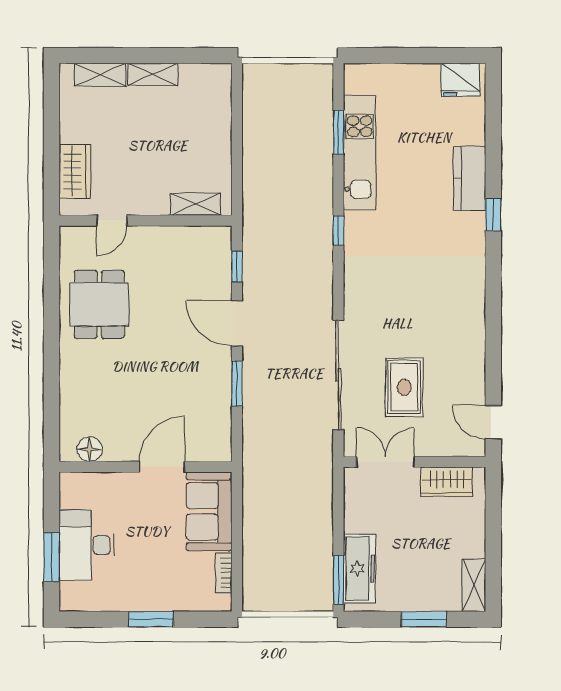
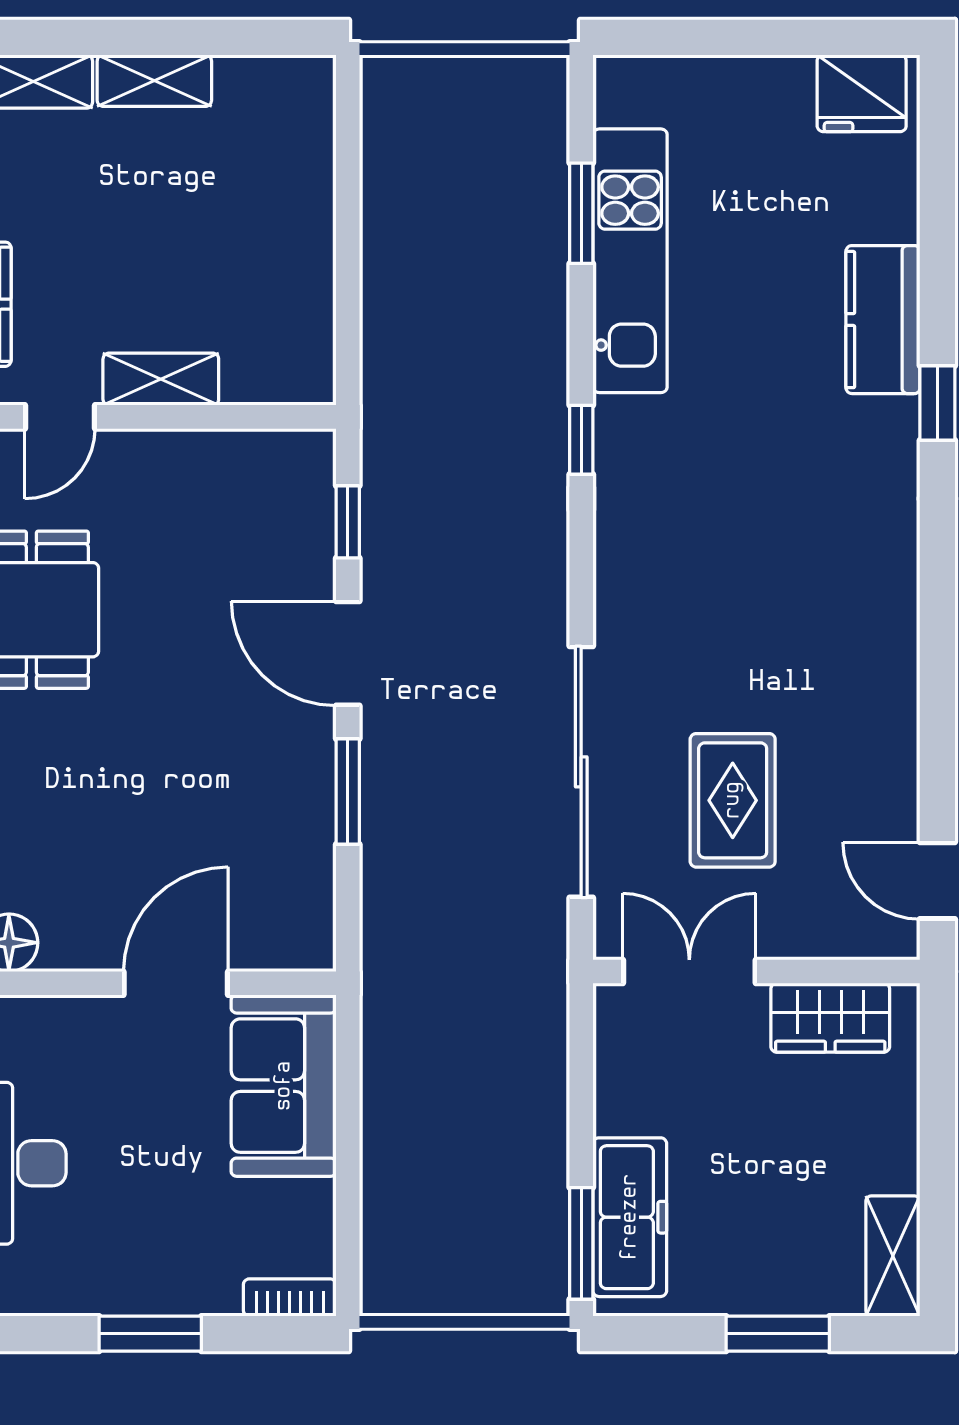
shelving: (195, 204) -> (161, 379), moved
bookcase: (224, 573) -> (290, 1297), moved, turned 90

